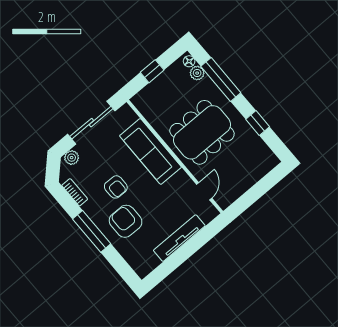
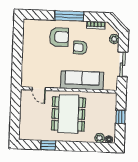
window: (221, 80) -> (86, 147), removed
sliding door: (91, 123) -> (123, 64), width x0.73
tv unit: (179, 238) -> (27, 56), removed

